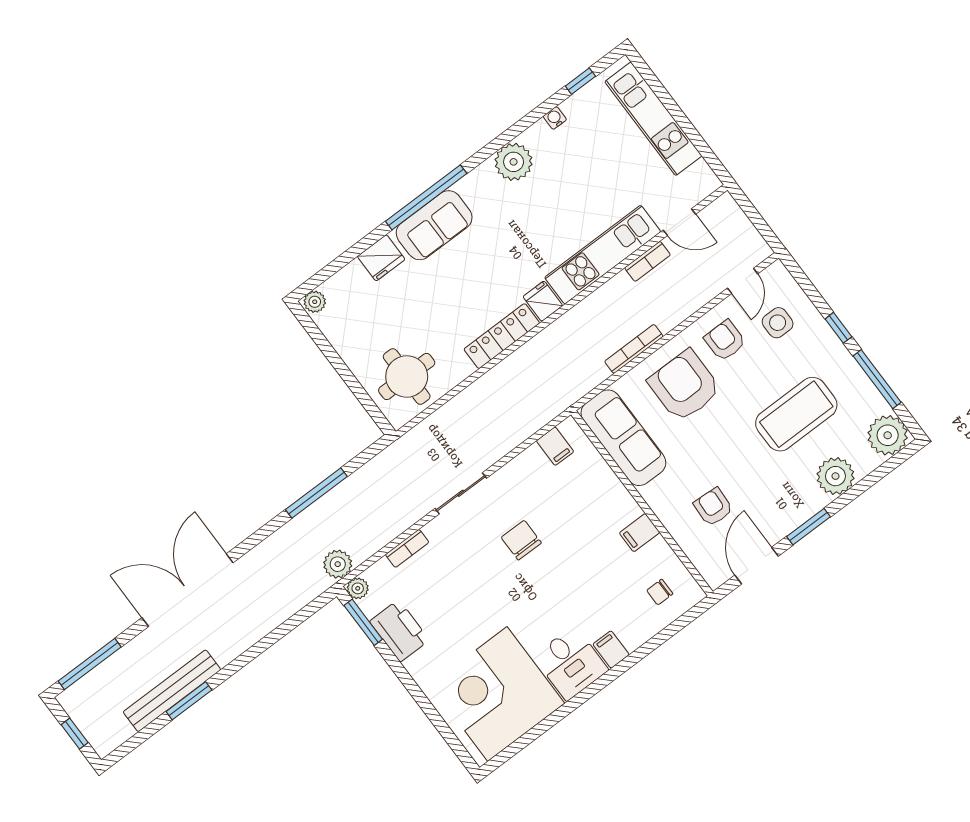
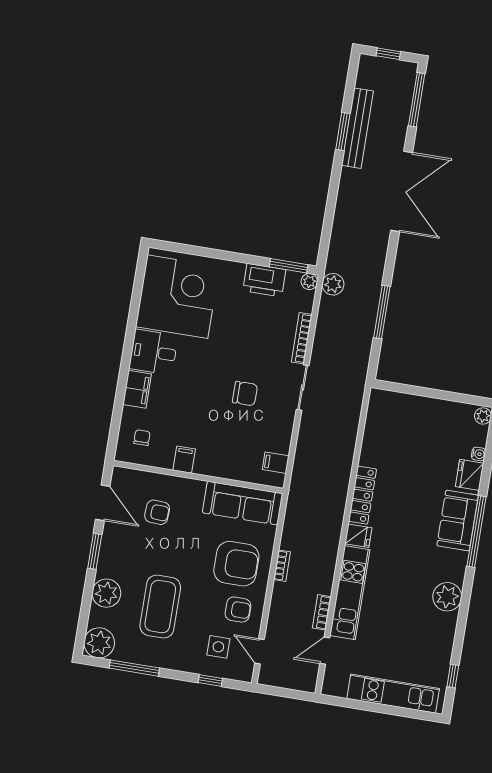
water cooler: (555, 118) -> (478, 454), moved
window: (838, 328) -> (210, 680), moved
bookcase: (634, 349) -> (282, 566), width x0.64
round table: (407, 377) -> (393, 423), removed
bookcase: (407, 548) -> (302, 338), width x1.56
filing cabinet: (611, 649) -> (137, 389), width x2.00

